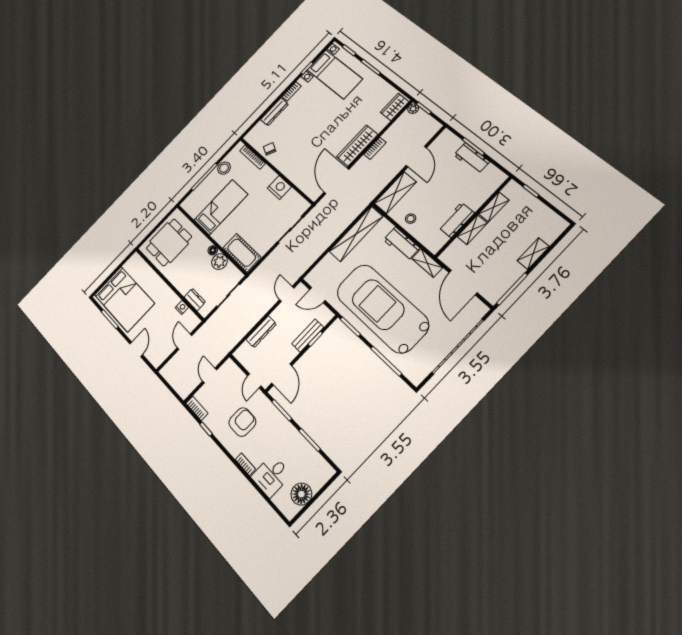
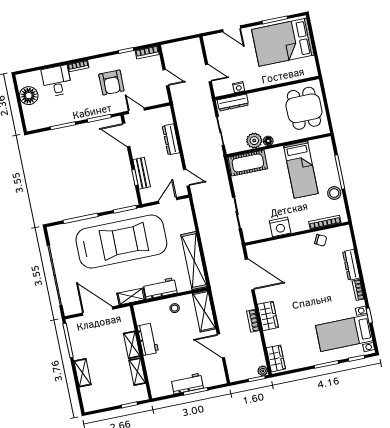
wardrobe: (357, 146) -> (268, 316), width x0.67
dresser: (195, 300) -> (233, 103), width x1.44

